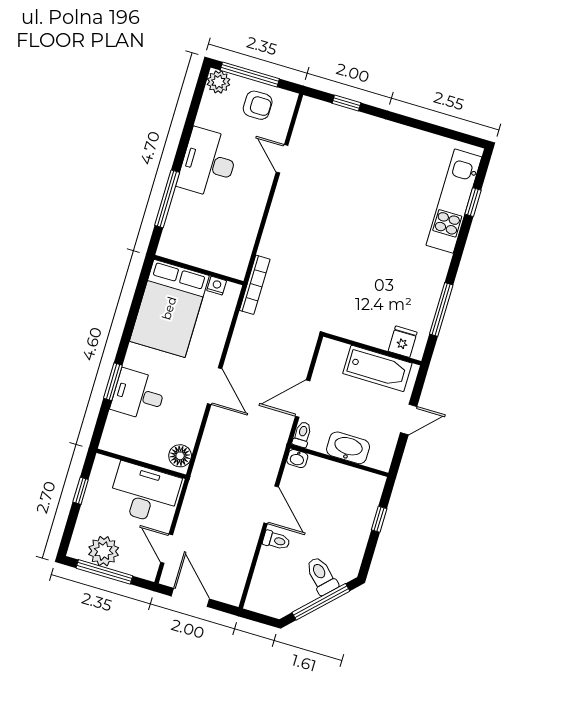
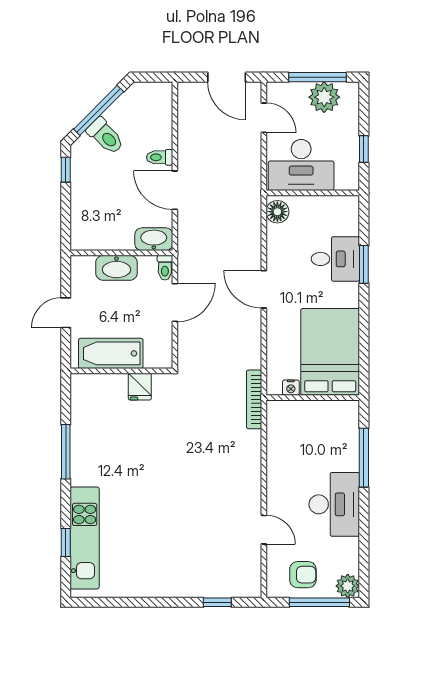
armchair: (258, 105) -> (303, 575), turned 180
window: (441, 309) -> (66, 452), moved
fridge: (403, 342) -> (140, 387), moved
washbasin: (297, 459) -> (154, 239), width x1.91, depth x1.45
window: (379, 519) -> (66, 170), moved

